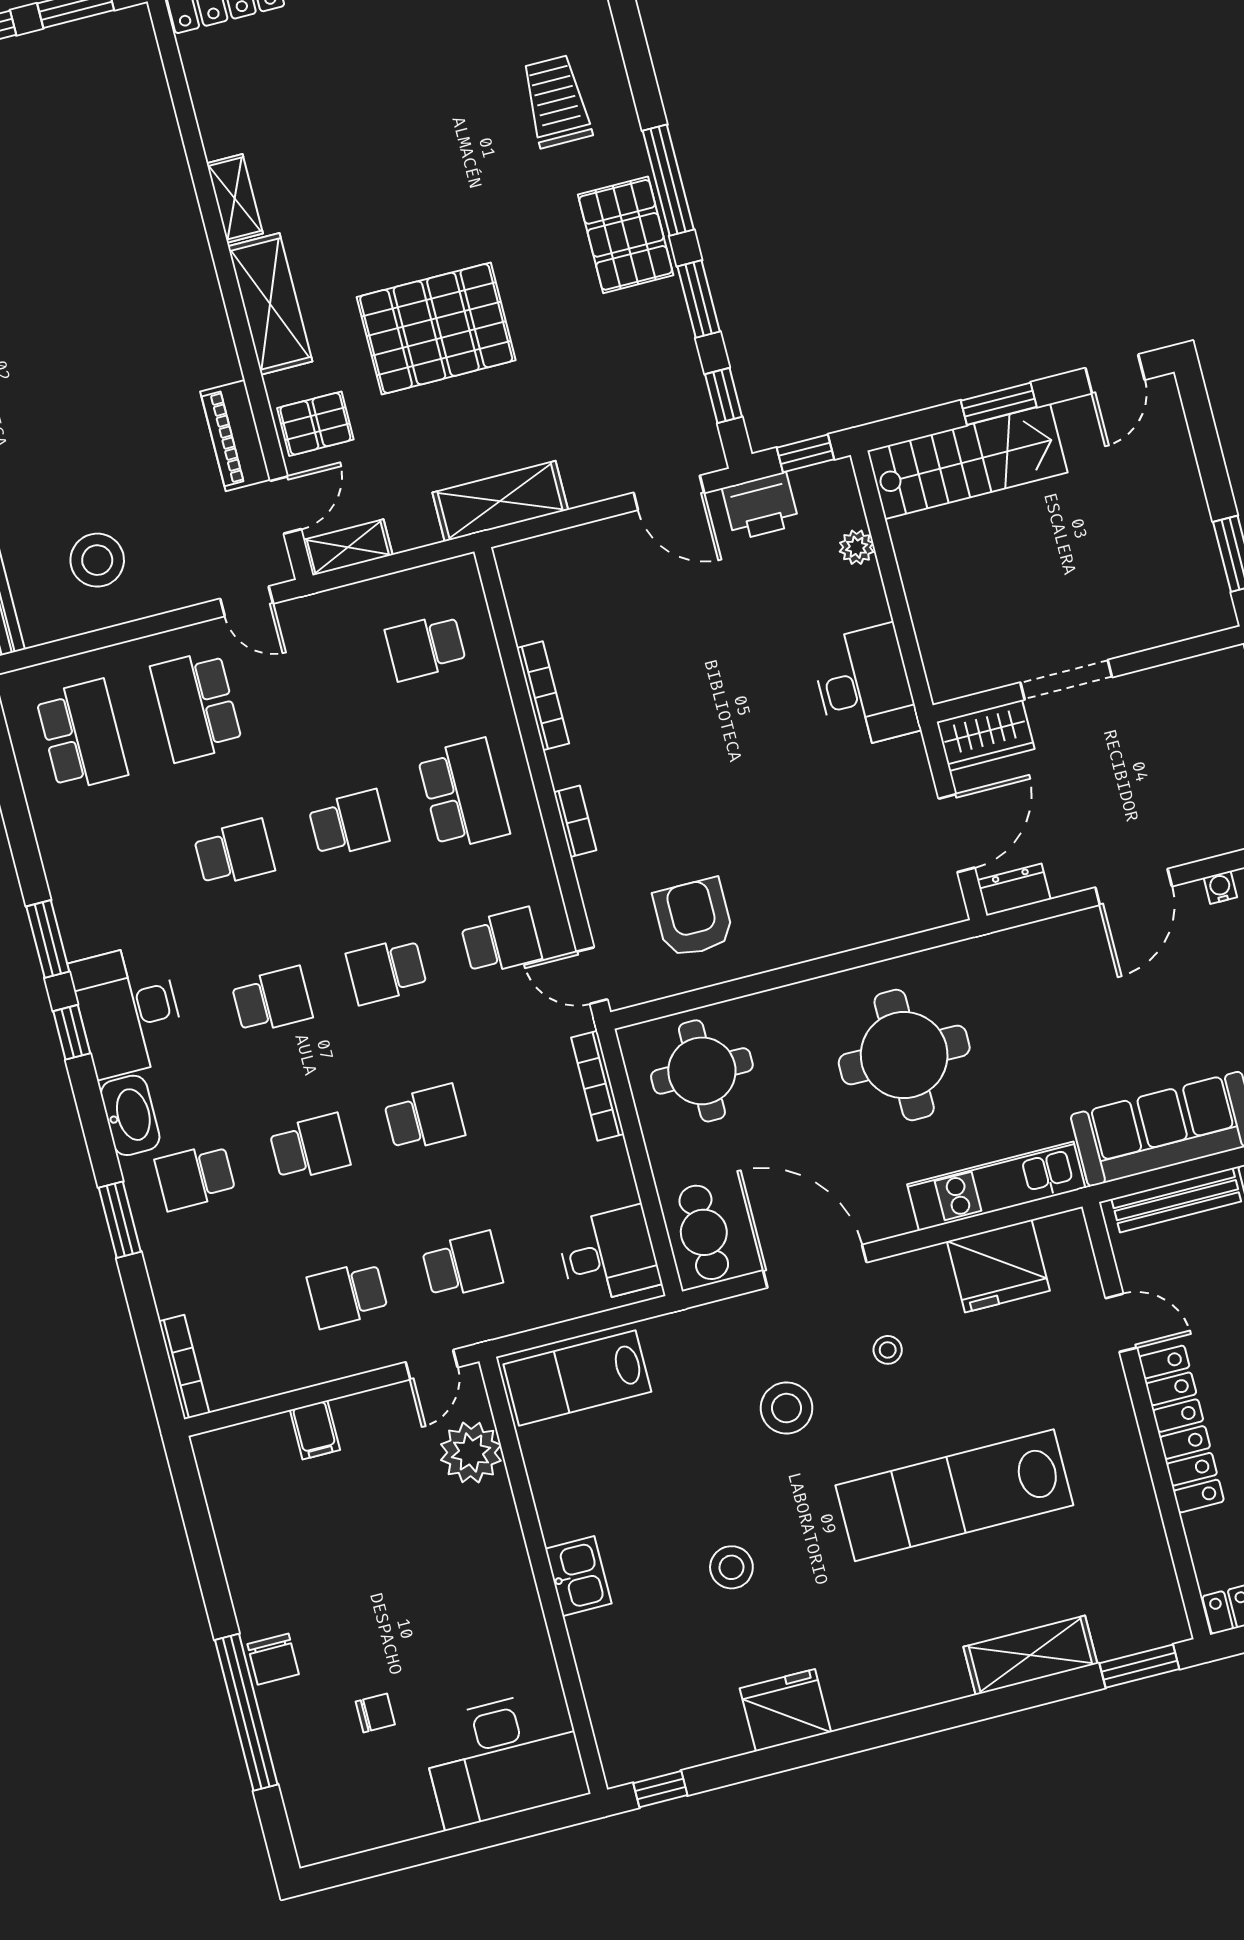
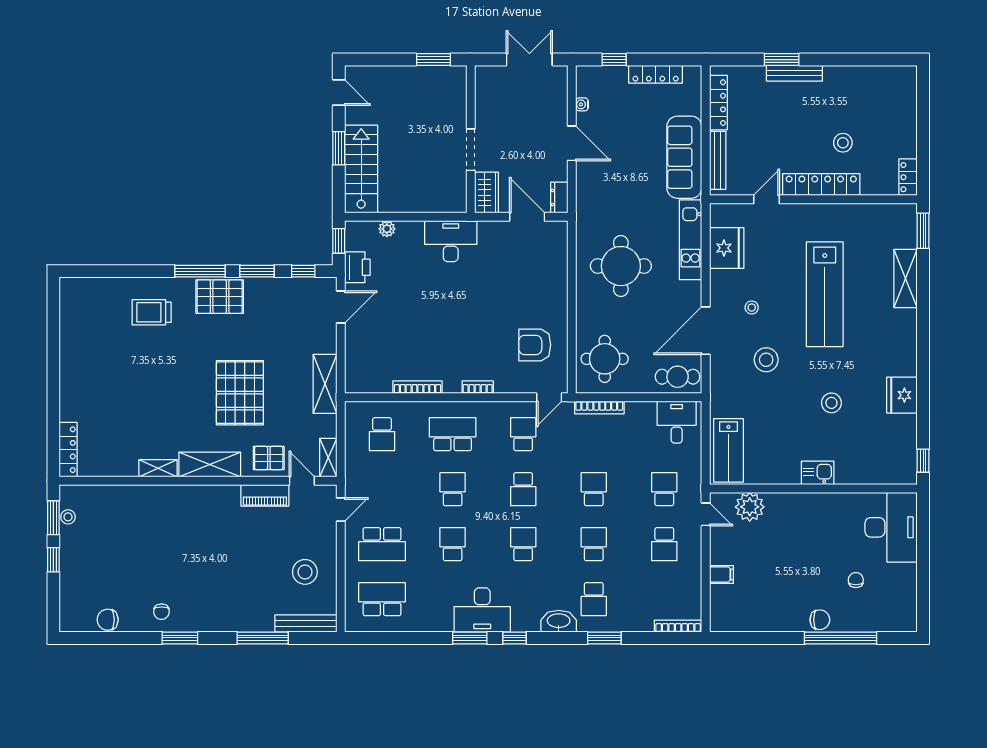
stool: (85, 37) -> (68, 517), added
pallet: (315, 424) -> (269, 458), turned 90
desk: (128, 1010) -> (482, 610), moved

